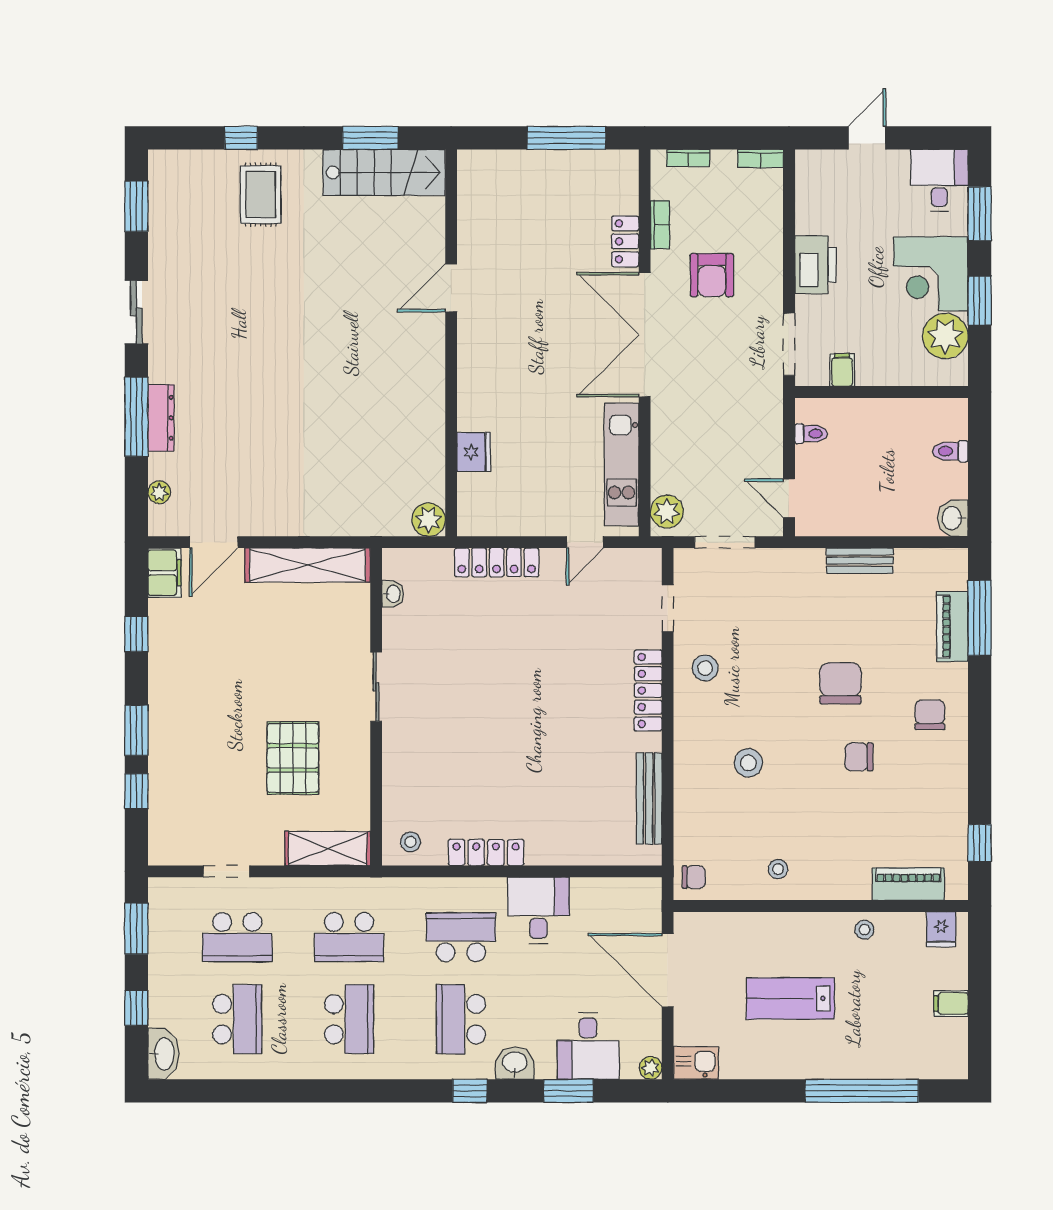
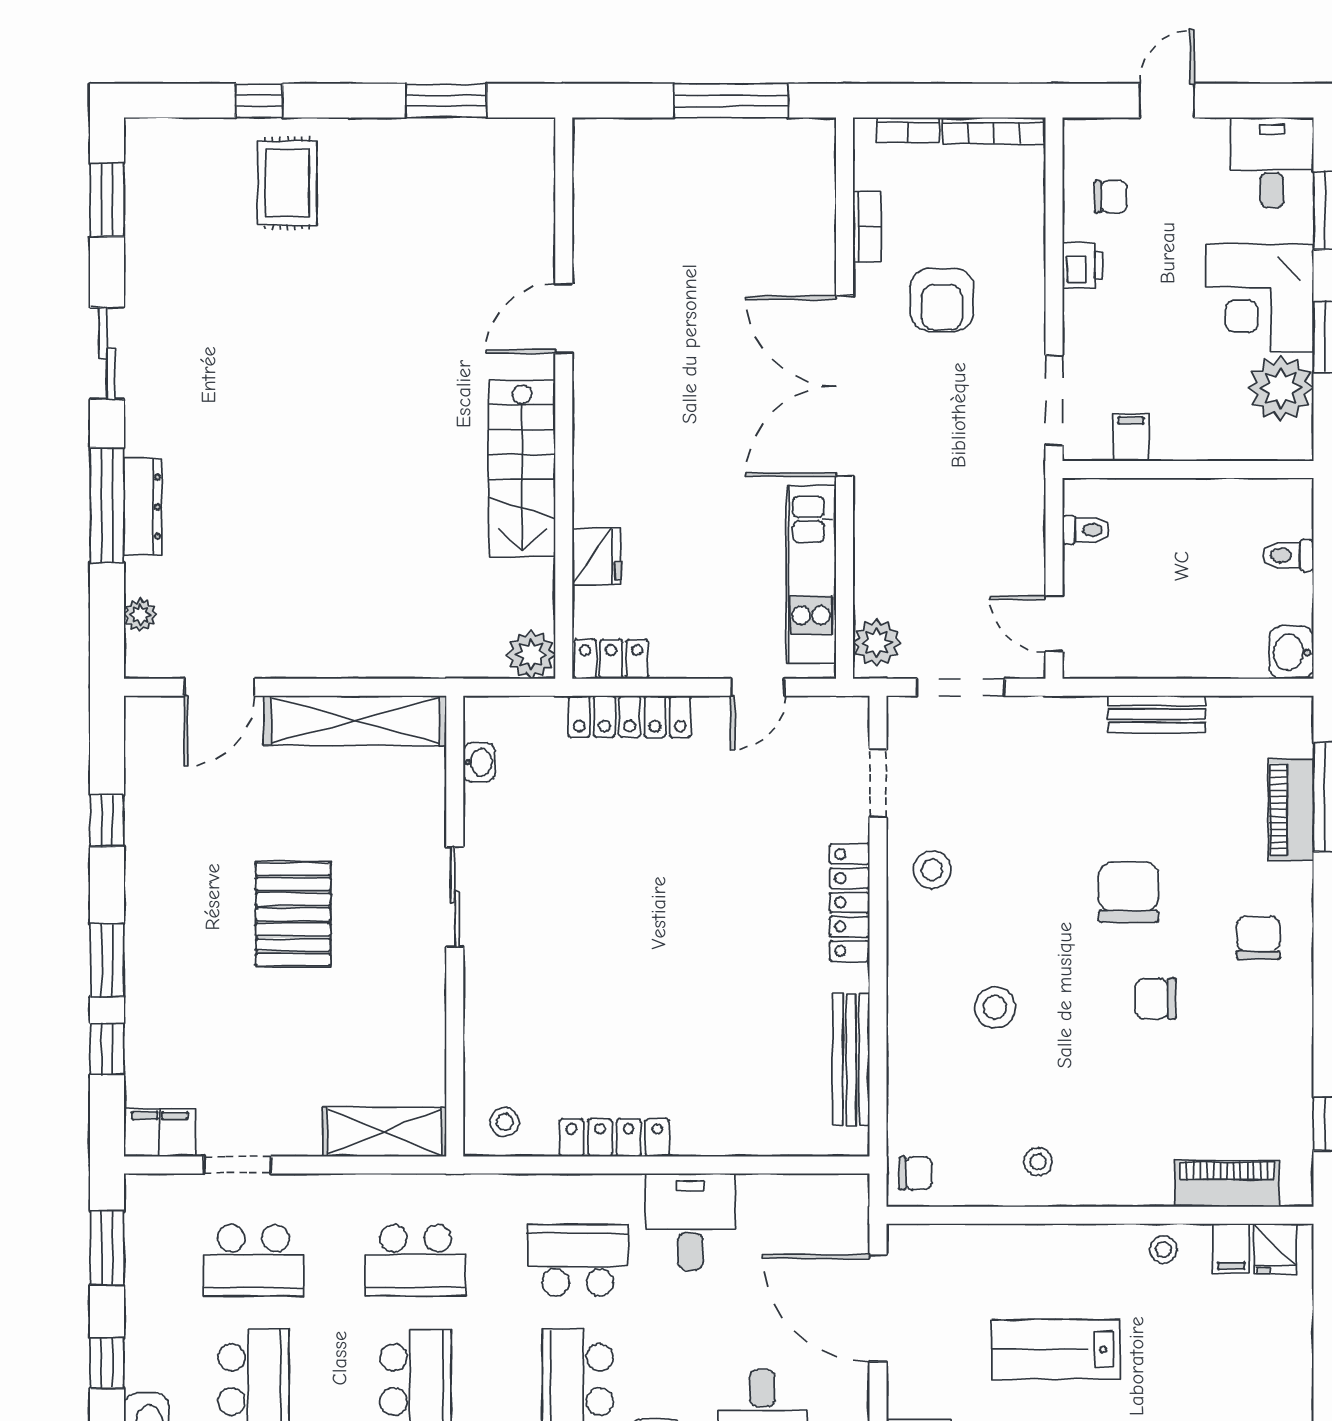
bookcase: (760, 159) -> (994, 131), width x1.56
stairs: (384, 172) -> (522, 469), moved, turned 90
chair: (828, 204) -> (1111, 197), added
locker: (625, 241) -> (611, 659), moved, turned 90
printer: (815, 265) -> (1083, 265), width x0.53, depth x0.68
filing cabinet: (164, 573) -> (160, 1132), moved, turned -90
pallet: (293, 758) -> (293, 914), moved
filing cabinet: (951, 1003) -> (1231, 1249), moved, turned -90

